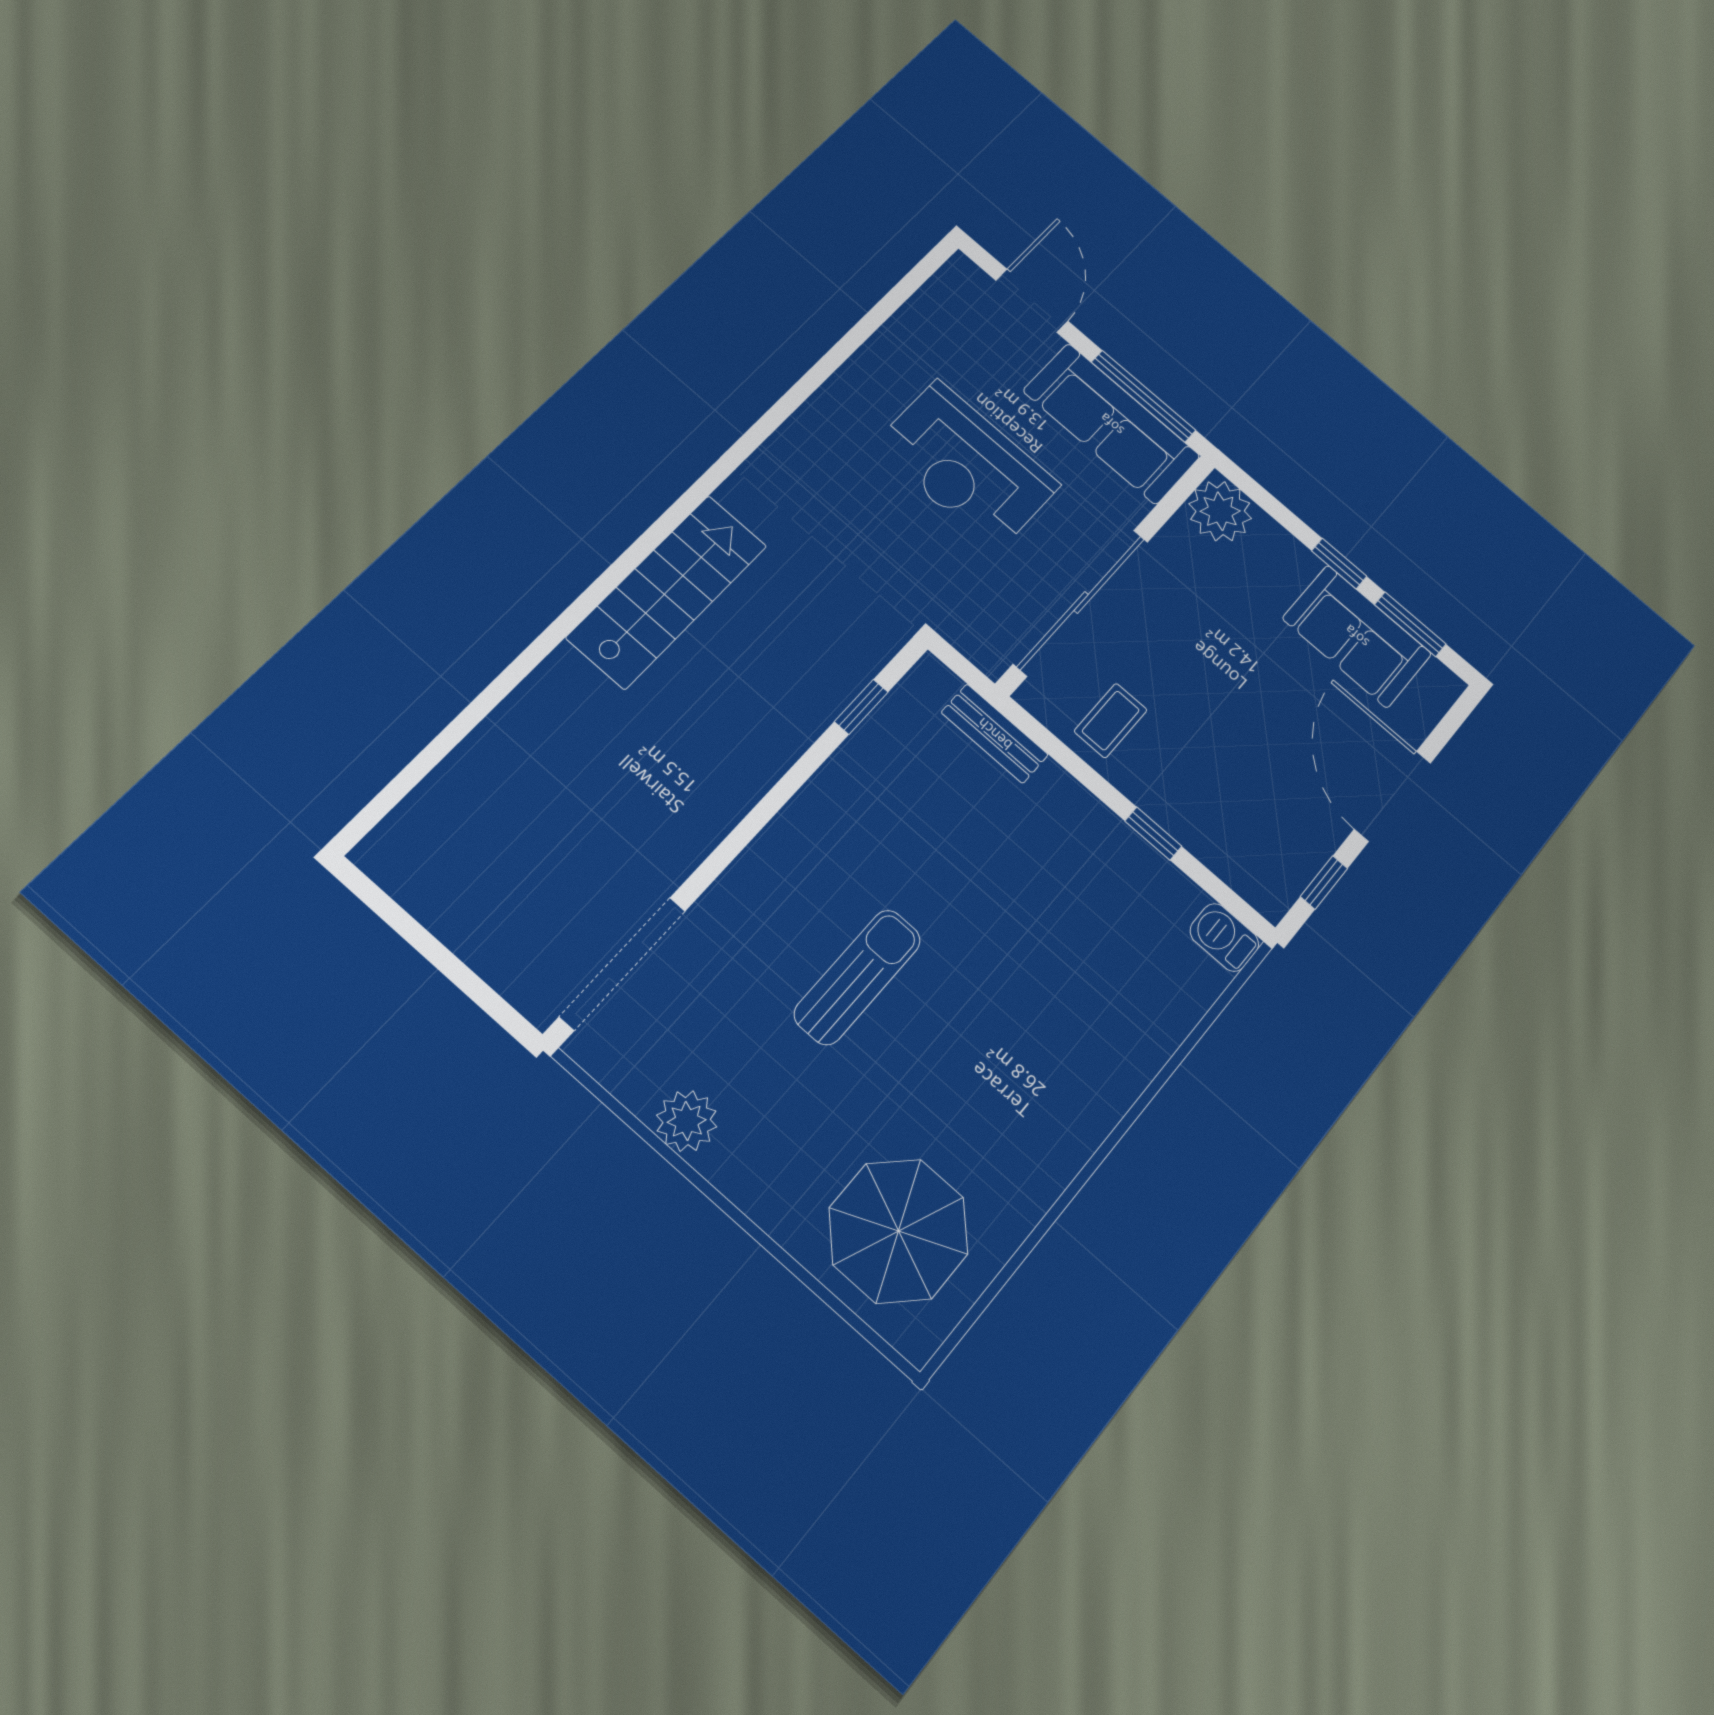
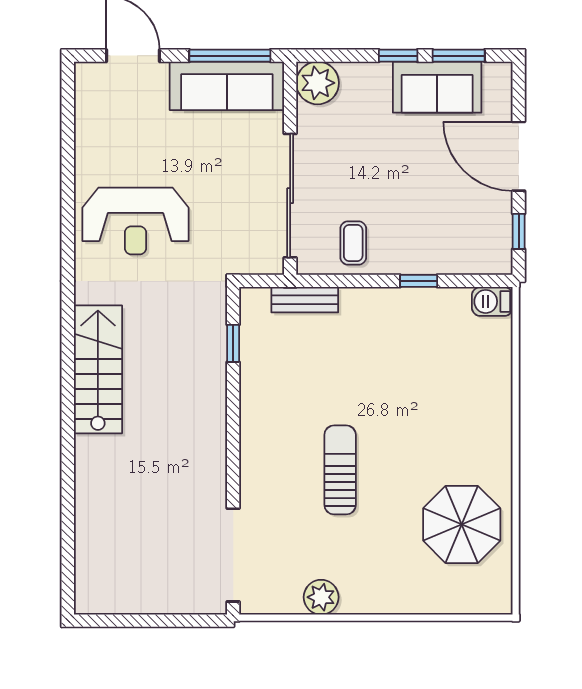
reception desk: (966, 466) -> (135, 221), moved
parasol: (899, 1231) -> (462, 524), moved

